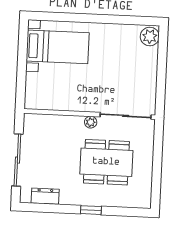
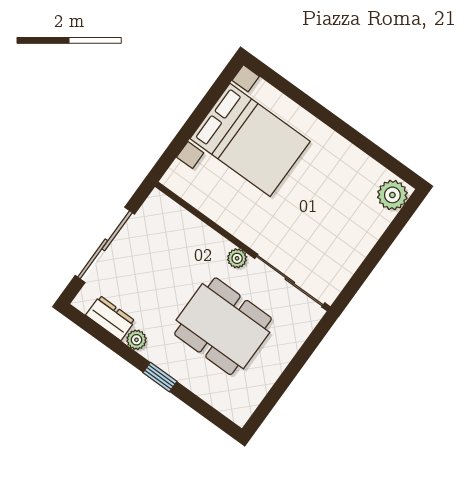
bed with nightstands: (58, 47) -> (250, 140), width x1.36
plant: (66, 199) -> (136, 340), added

